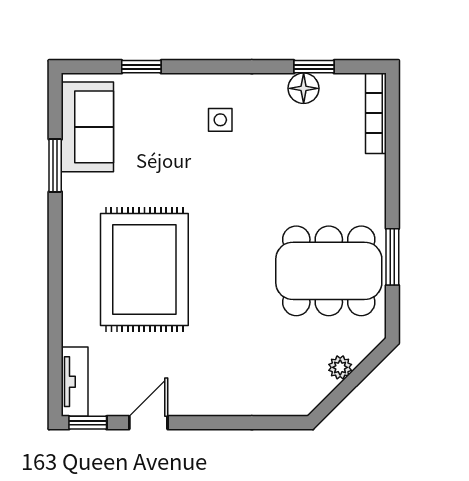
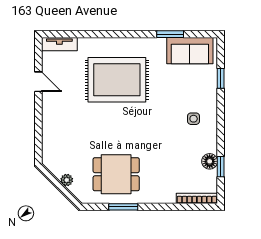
dining table: (329, 271) -> (116, 174), width x0.73
window: (88, 423) -> (38, 51), removed

